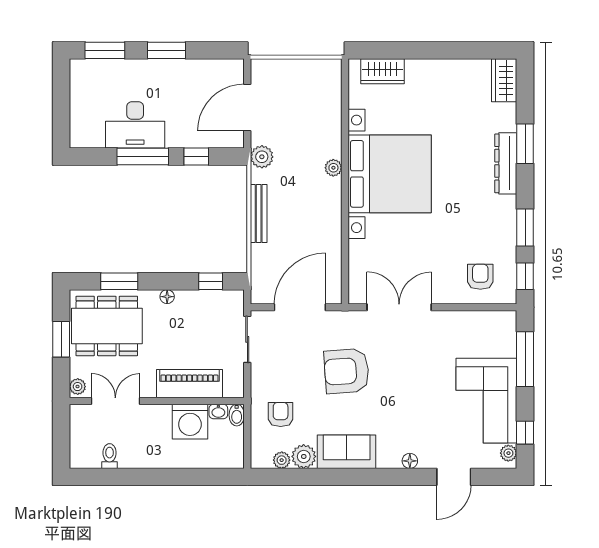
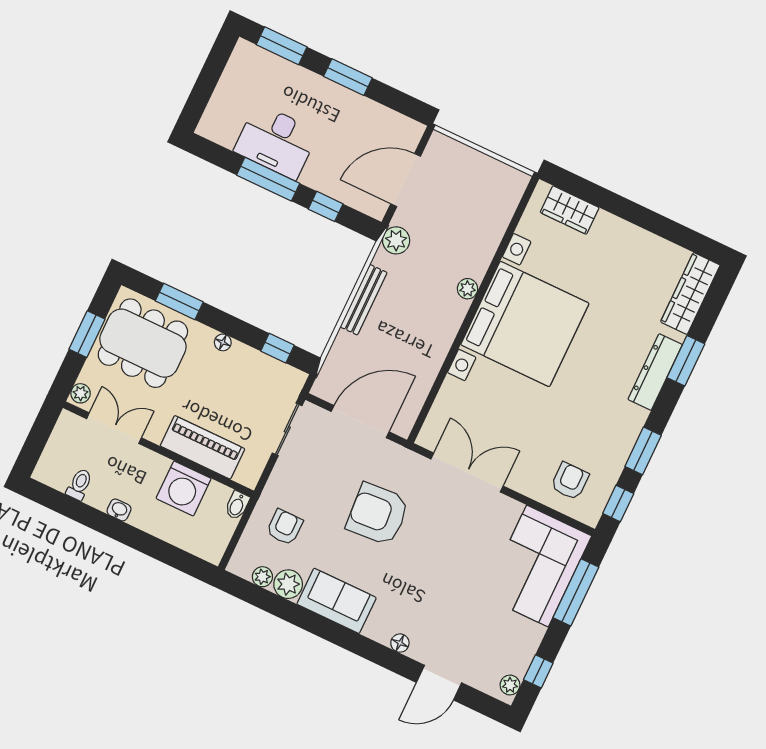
wardrobe: (504, 80) -> (690, 293), width x1.50
corner sofa: (486, 401) -> (537, 566), moved
washbasin: (218, 411) -> (119, 510), moved, turned 180

